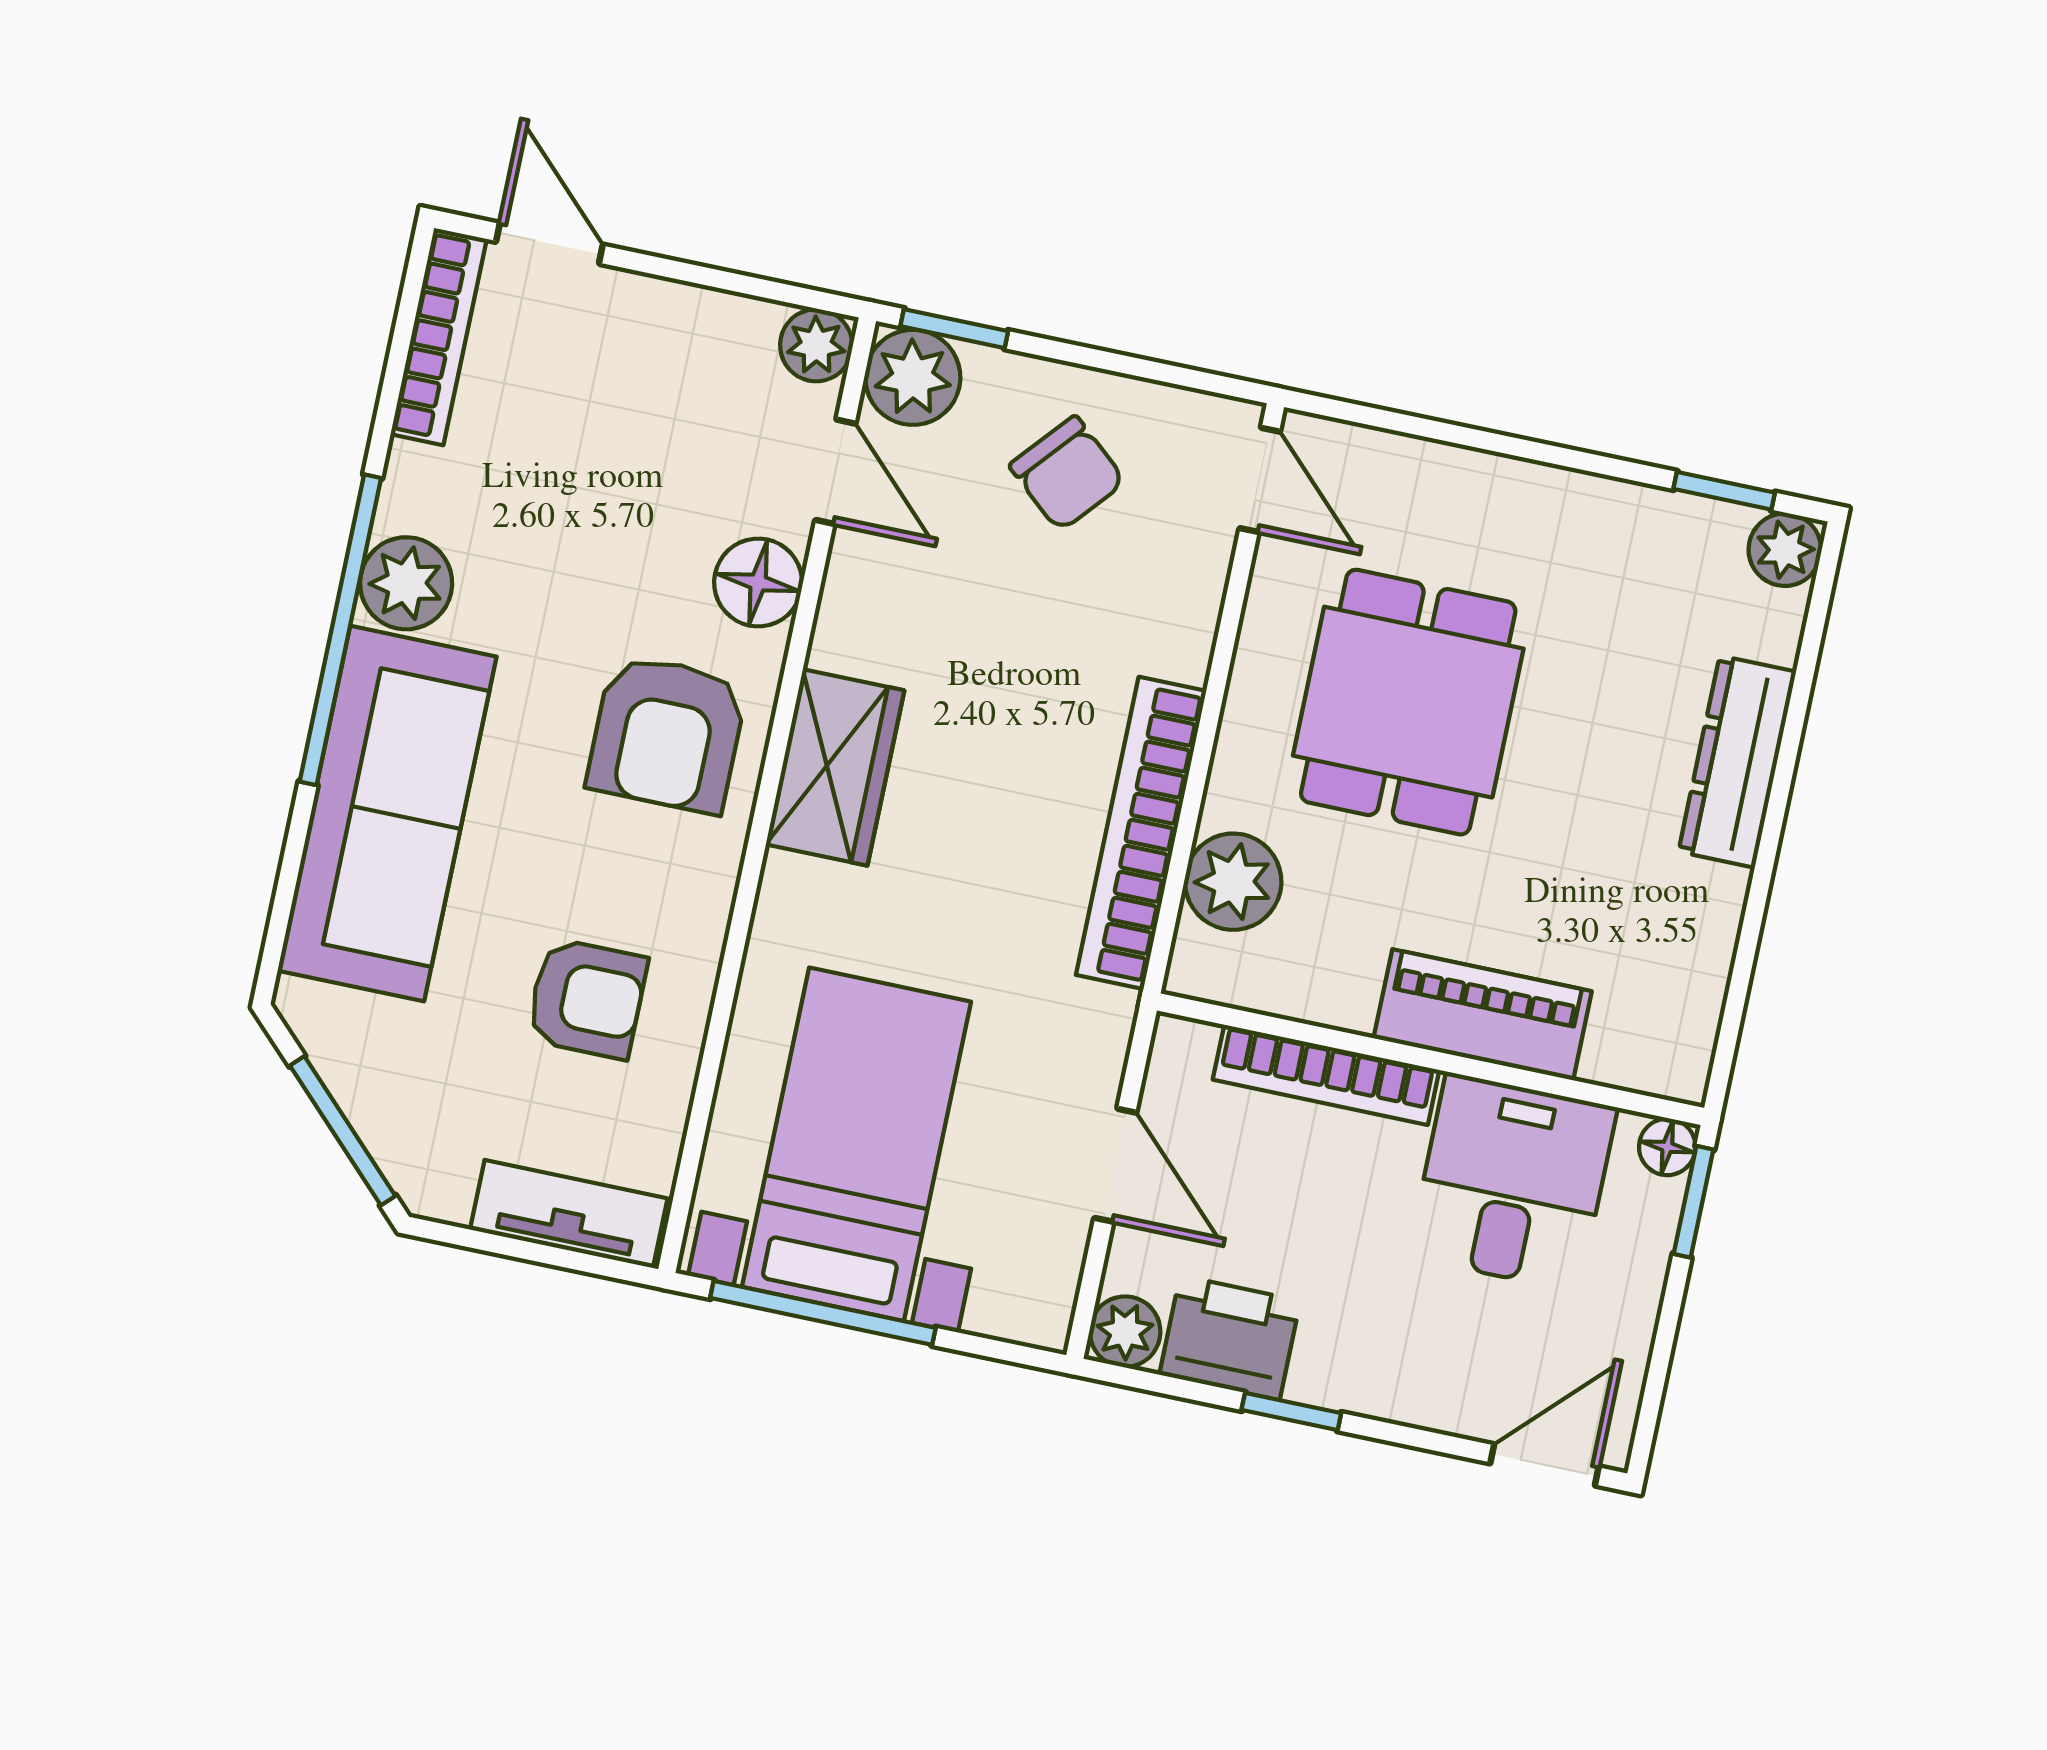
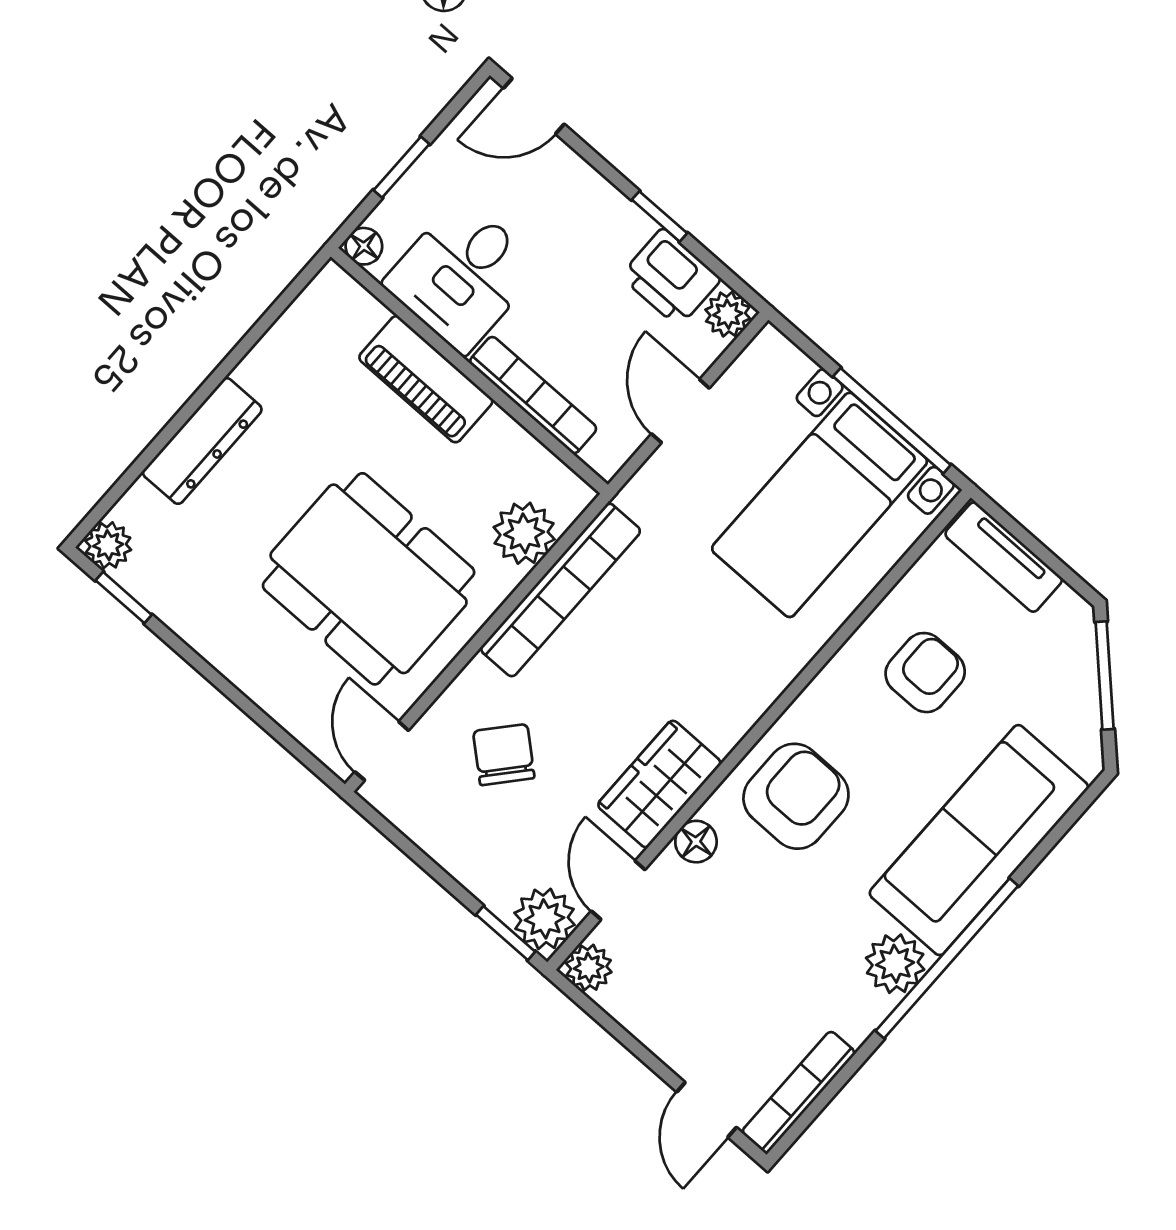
chair: (1067, 474) -> (504, 755), moved
floor lamp: (758, 583) -> (696, 842), width x0.73, depth x0.73
dining table: (1408, 702) -> (369, 579), width x1.37
wardrobe: (835, 767) -> (659, 784), moved
armchair: (587, 999) -> (925, 673), turned 90
window: (1693, 1202) -> (401, 167), moved

